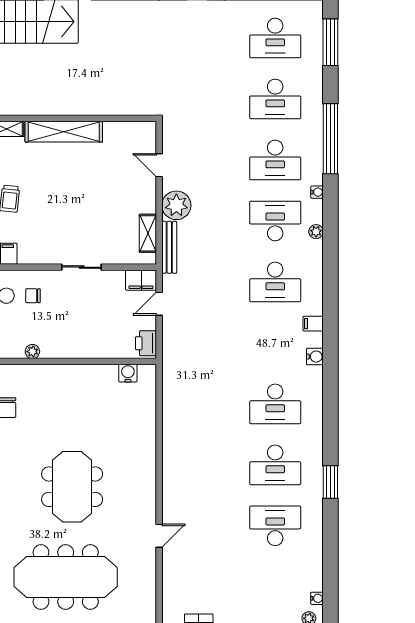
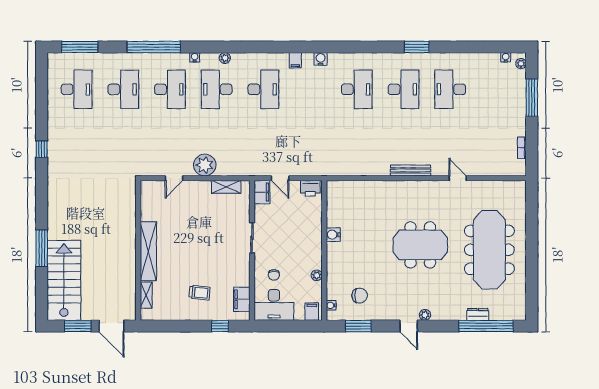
bench: (169, 247) -> (411, 170), moved
water cooler: (128, 373) -> (333, 235), moved

